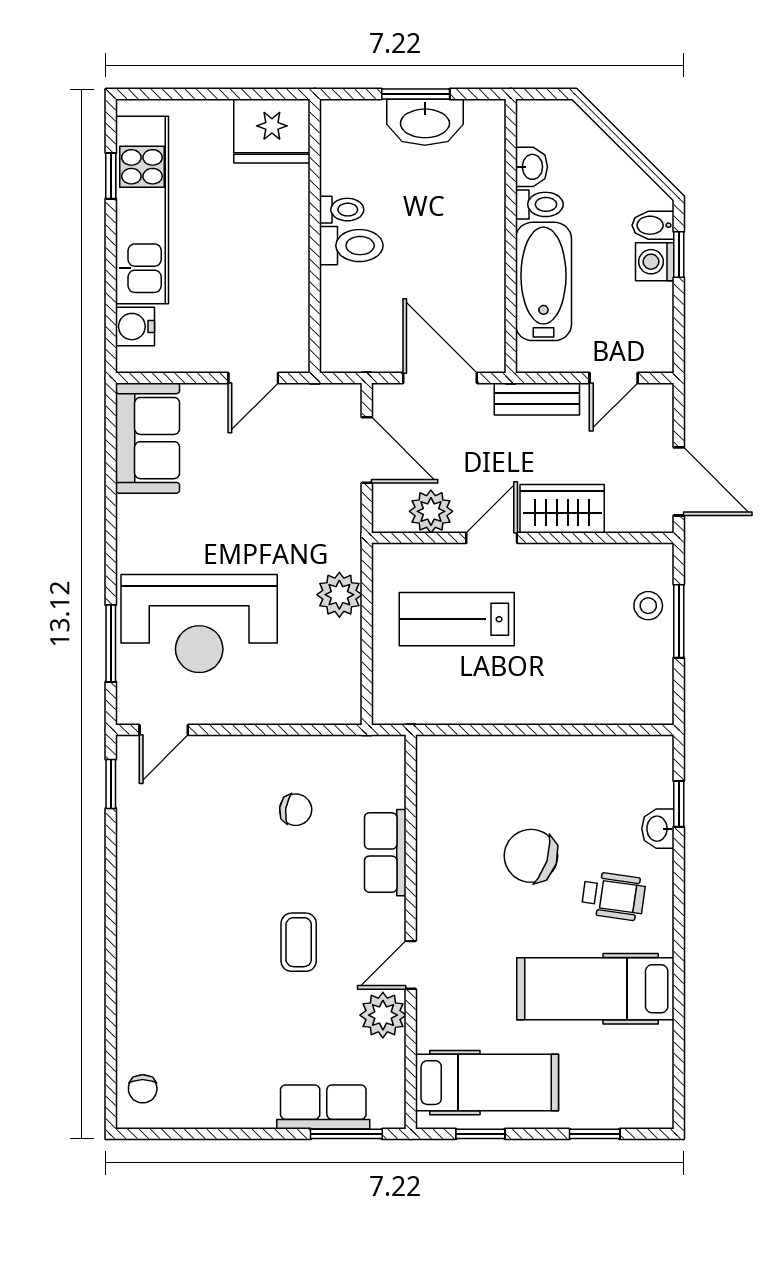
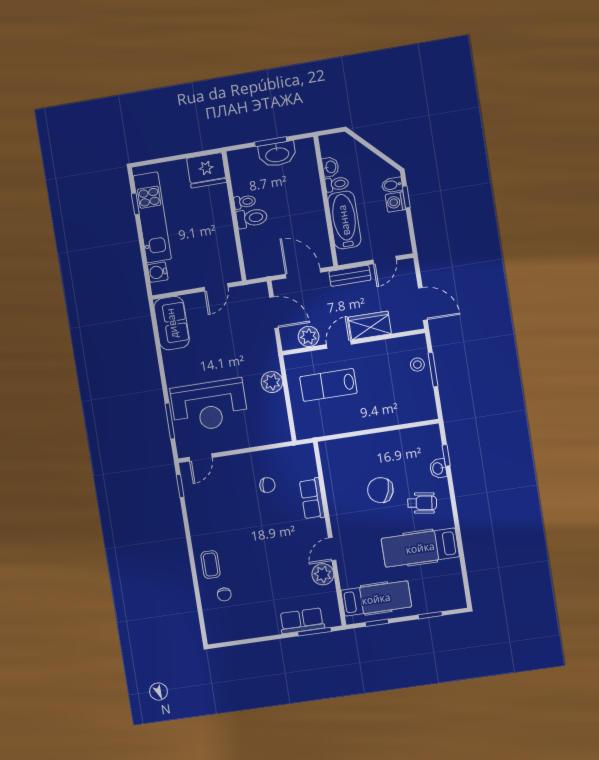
coffee table: (299, 942) -> (211, 565), moved
chair: (143, 1089) -> (224, 594), moved

